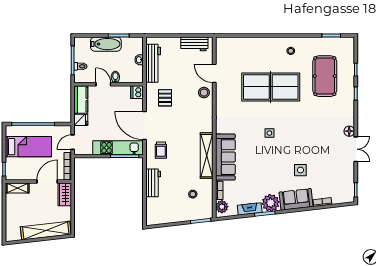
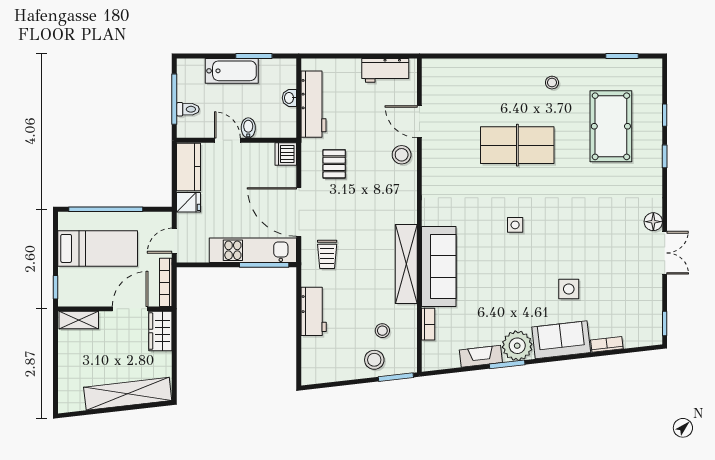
table tennis table: (271, 87) -> (517, 145), width x0.73, depth x0.76
plant: (222, 207) -> (433, 353), removed
stool: (188, 211) -> (374, 360), added

